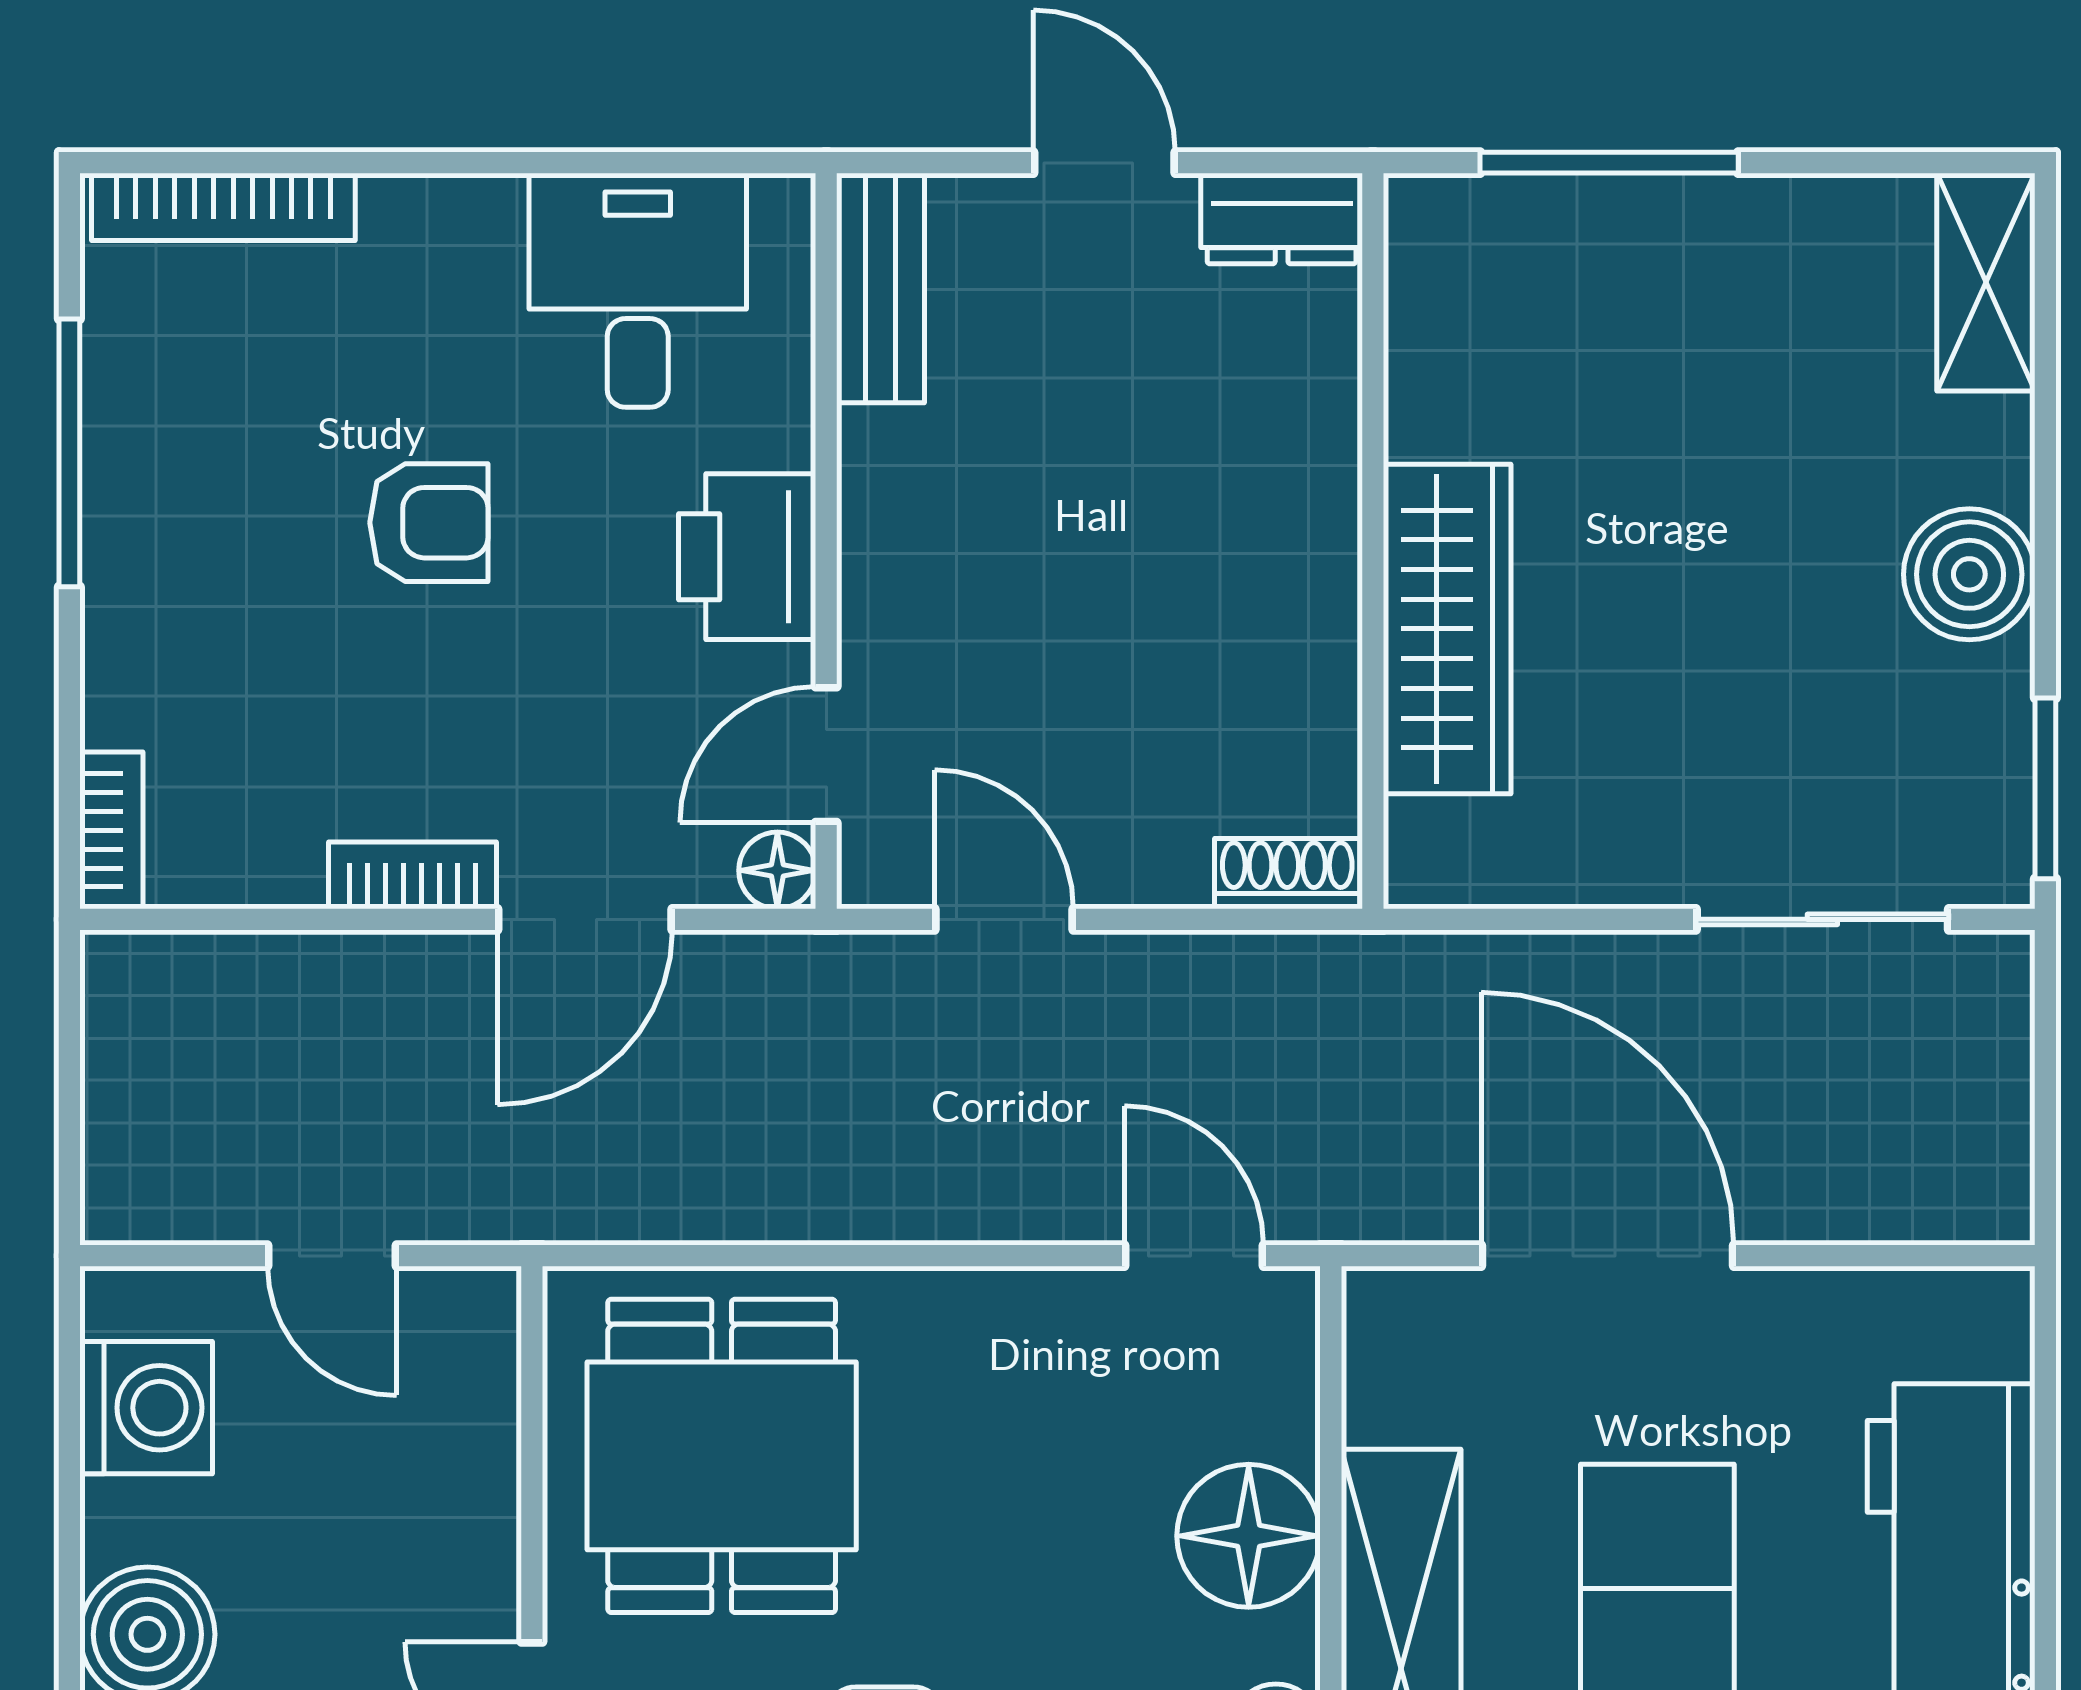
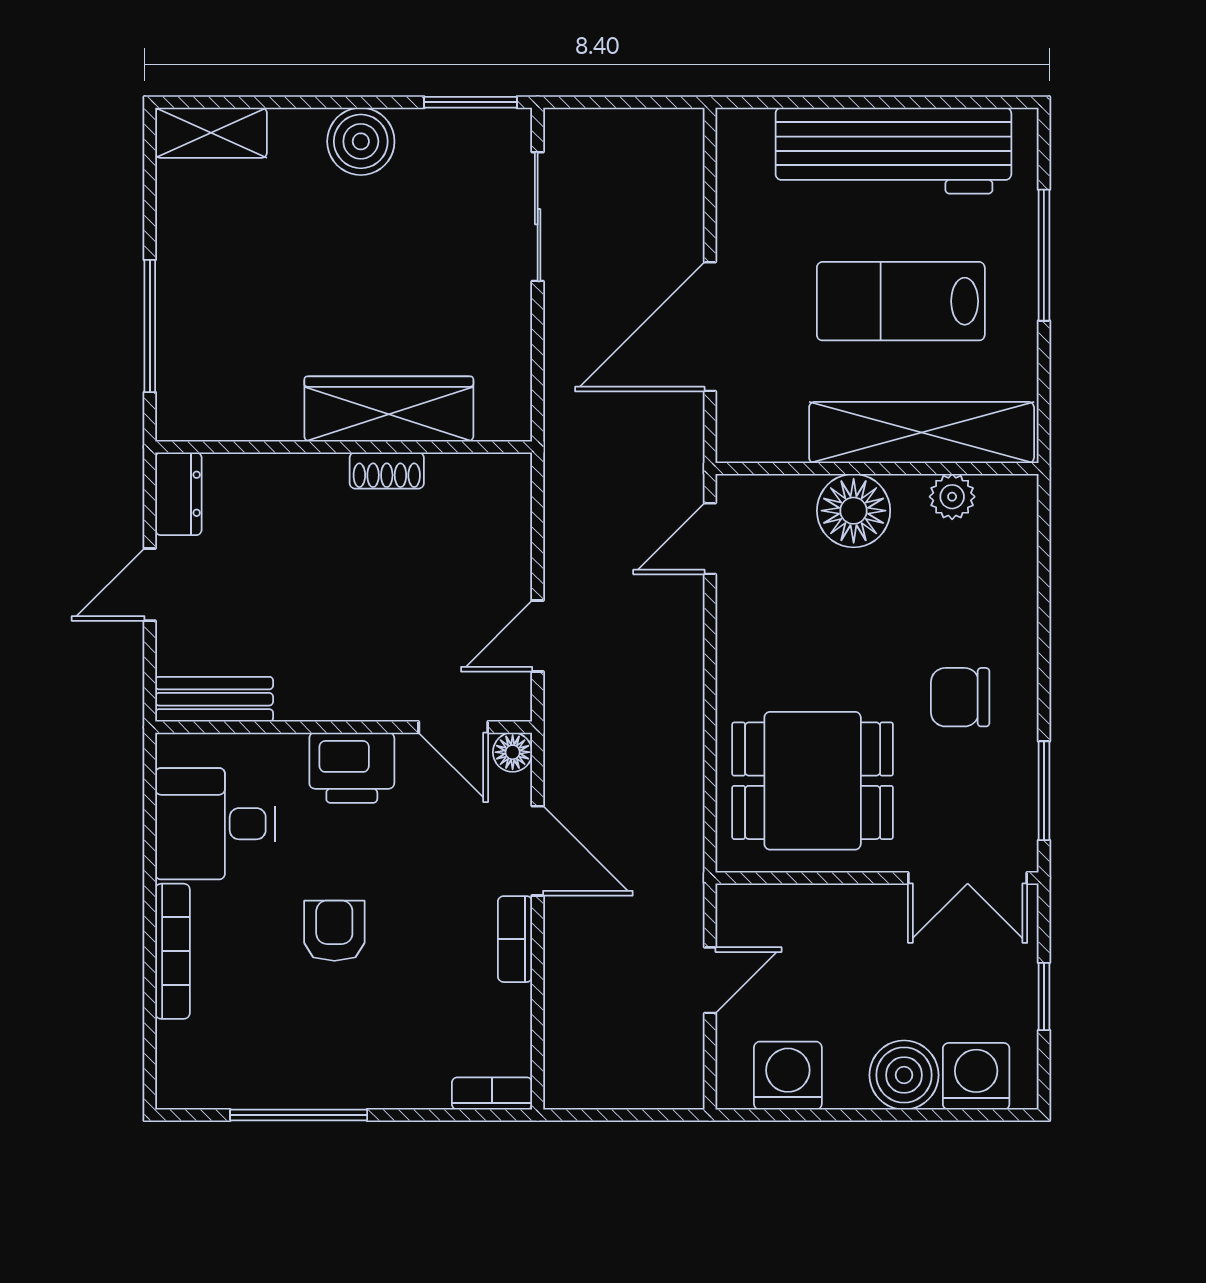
bookcase: (223, 207) -> (172, 951), moved
shoe rack: (1287, 874) -> (387, 471), moved, turned -90

